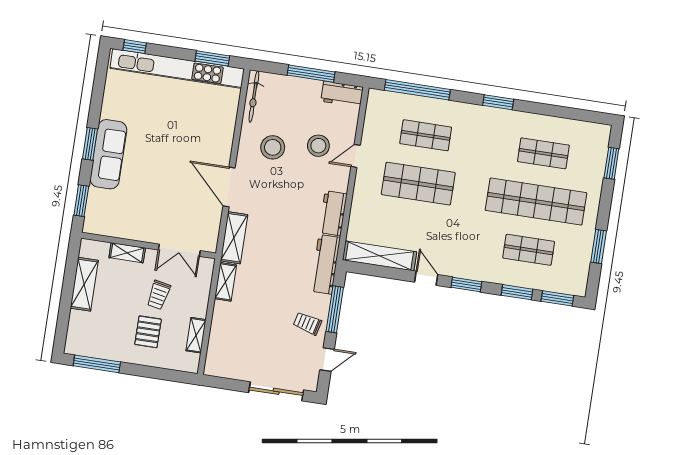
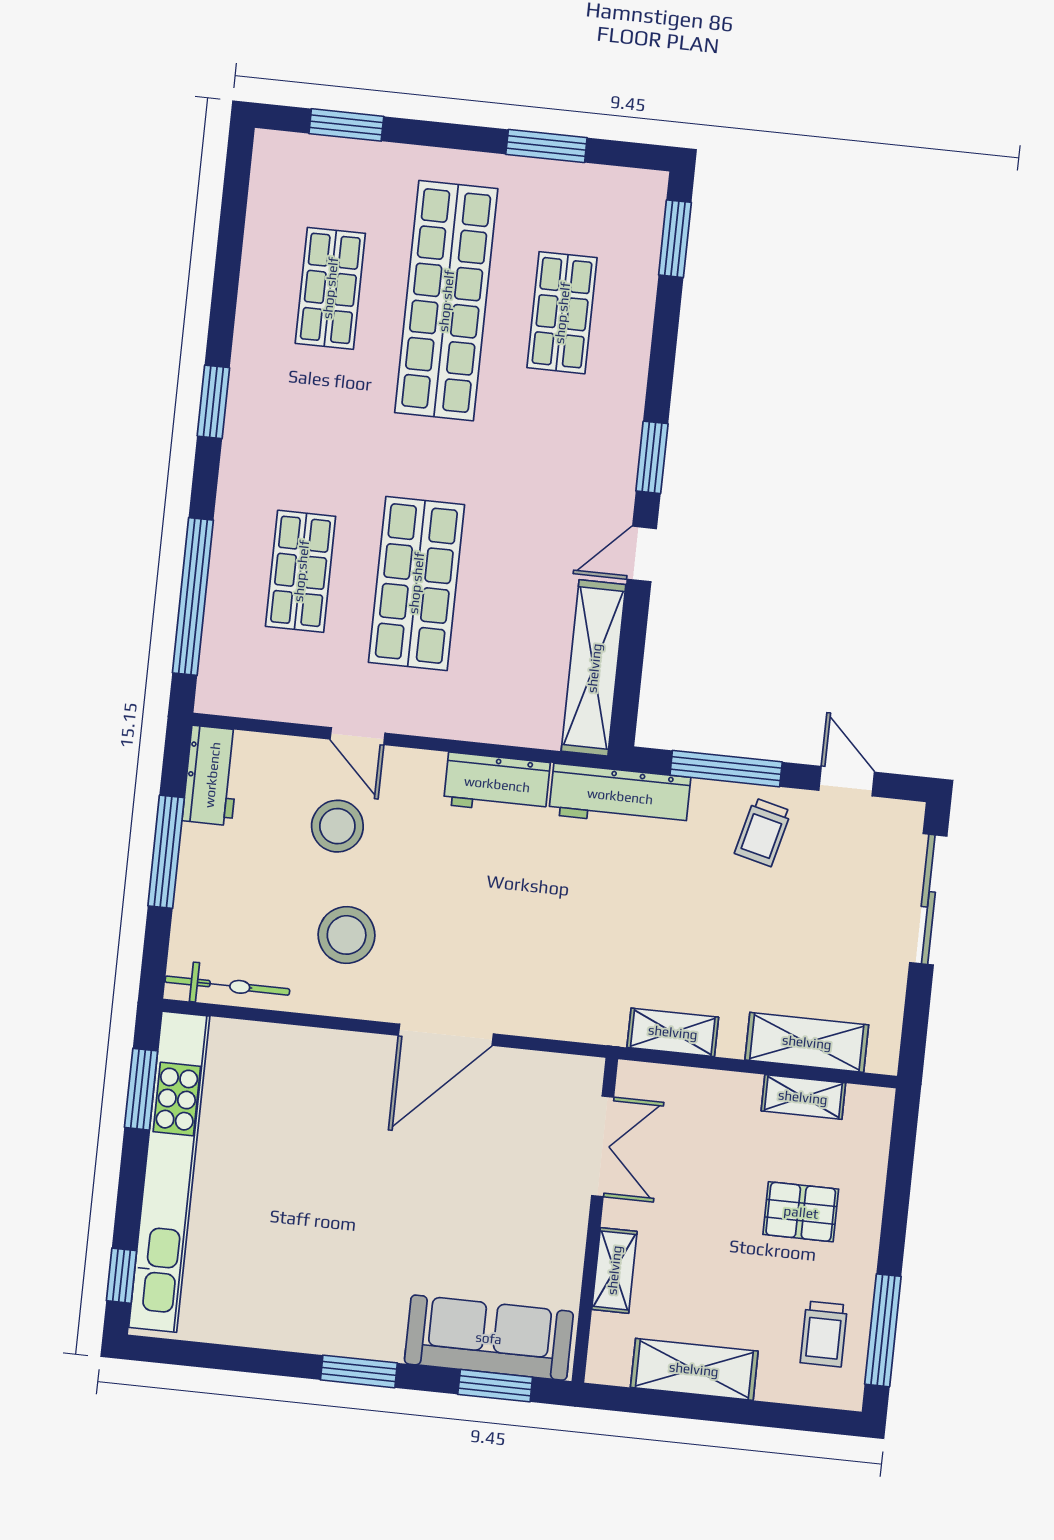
sofa: (108, 154) -> (489, 1338), moved
shelving: (234, 238) -> (807, 1042), moved
window: (517, 292) -> (665, 336), removed
trolley: (159, 295) -> (824, 1334), moved, turned 79

